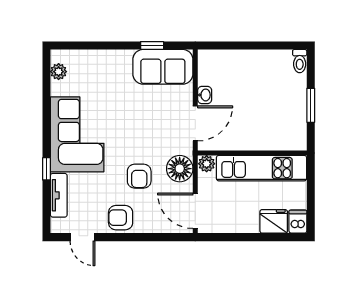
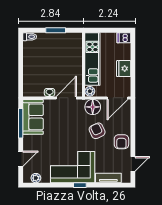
door: (91, 46) -> (21, 159), added
window: (152, 46) -> (21, 123), width x2.17
door: (195, 123) -> (66, 98), hinge flipped
window: (46, 169) -> (80, 185), moved
armchair: (139, 176) -> (97, 131), turned -115
fridge: (274, 221) -> (124, 69), moved

